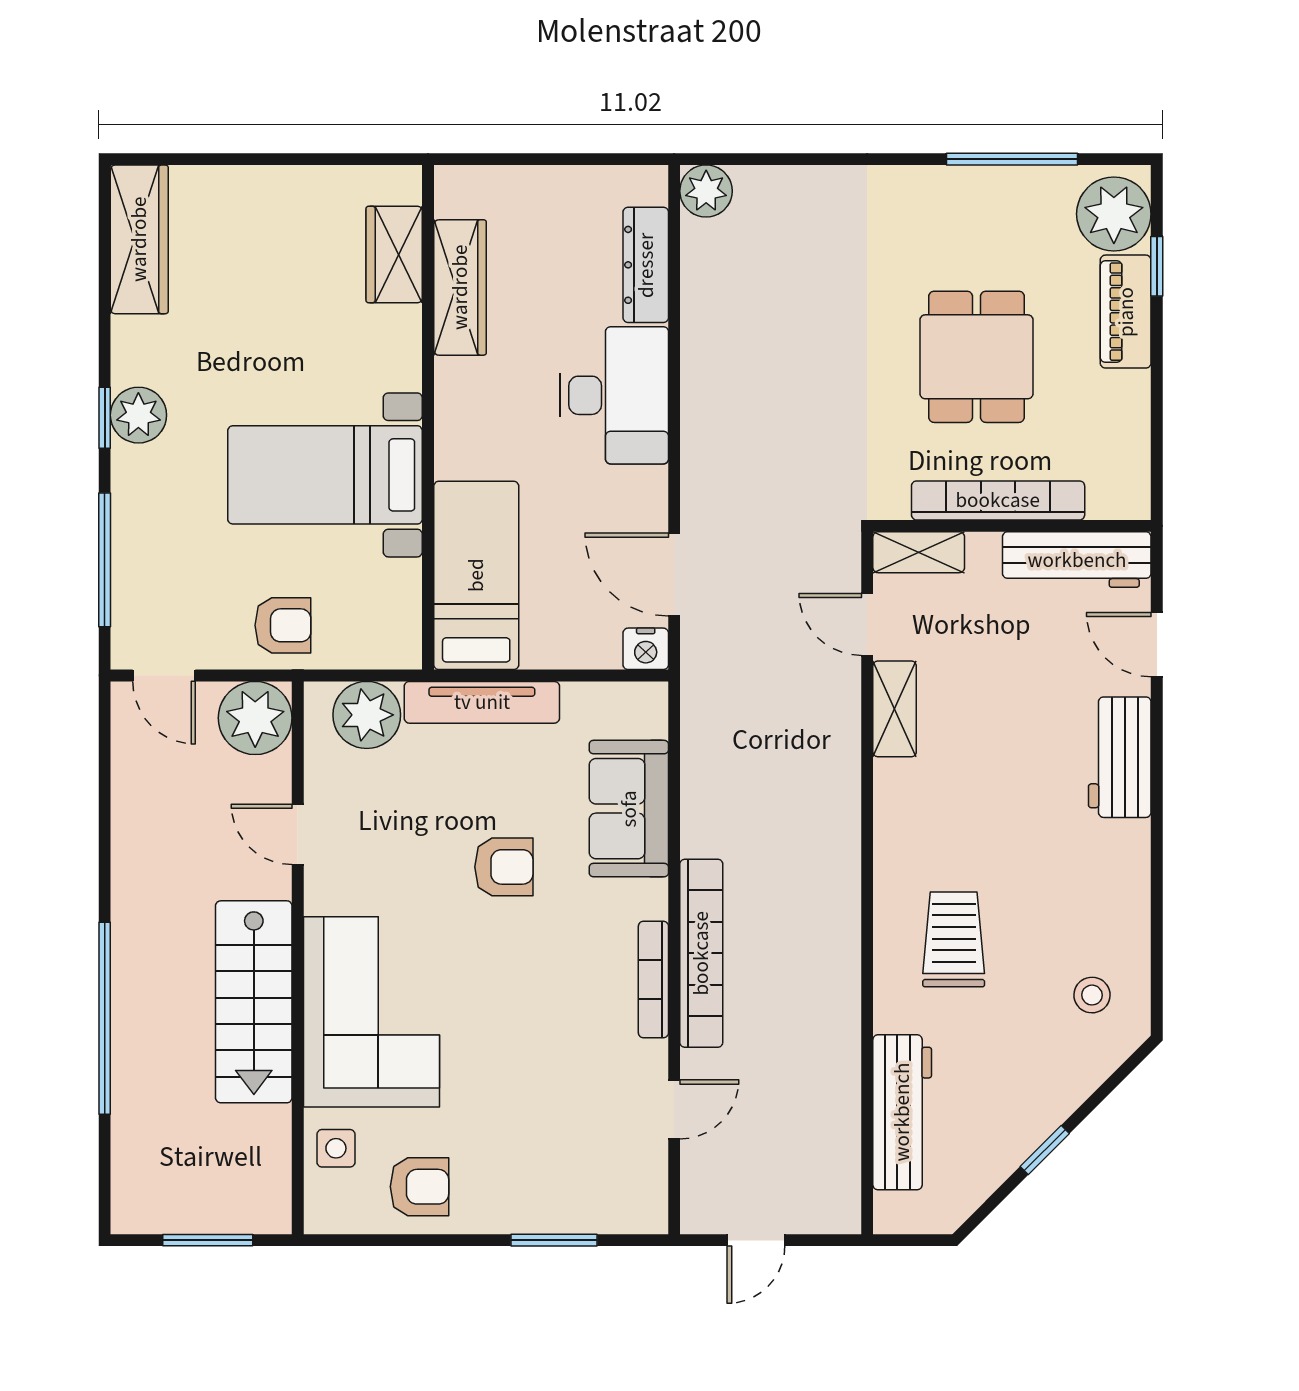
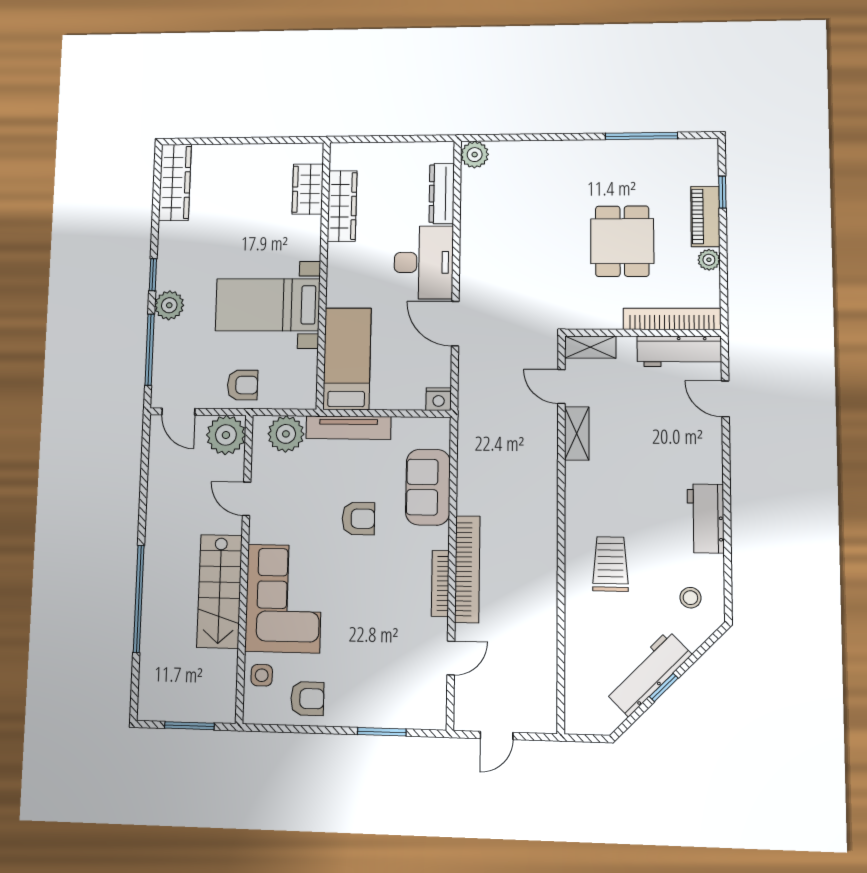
plant: (1114, 214) -> (709, 260), moved, width x0.53, depth x0.53
plant: (138, 415) -> (169, 305), moved
bookcase: (998, 500) -> (672, 319), moved
door: (674, 575) -> (455, 324), moved
workbench: (1120, 757) -> (706, 518), moved
workbench: (902, 1112) -> (648, 673), moved, turned -135

